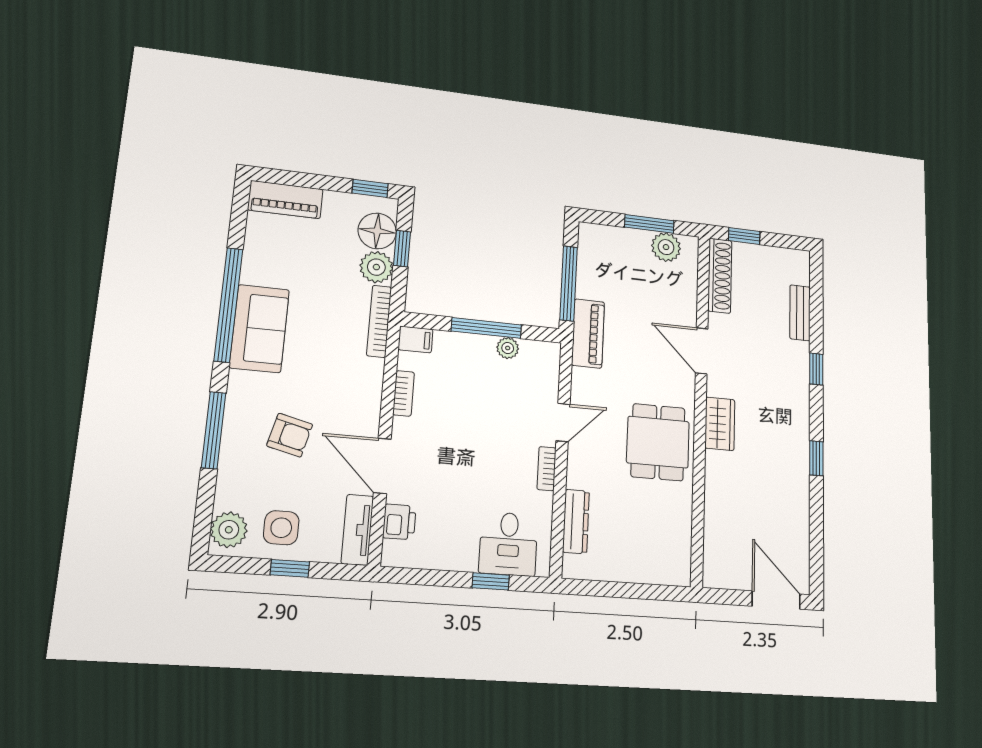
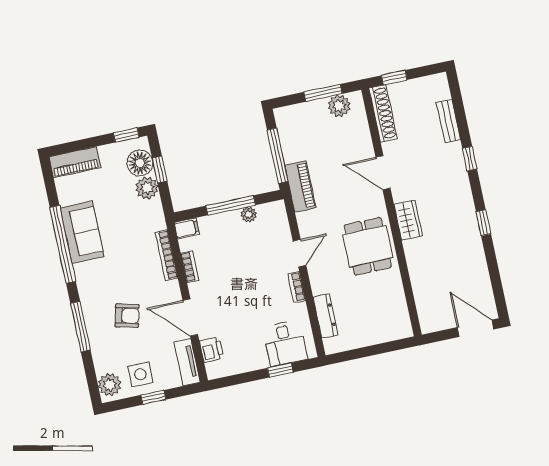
bookcase: (379, 321) -> (166, 255), moved
sofa: (259, 329) -> (82, 232), moved

